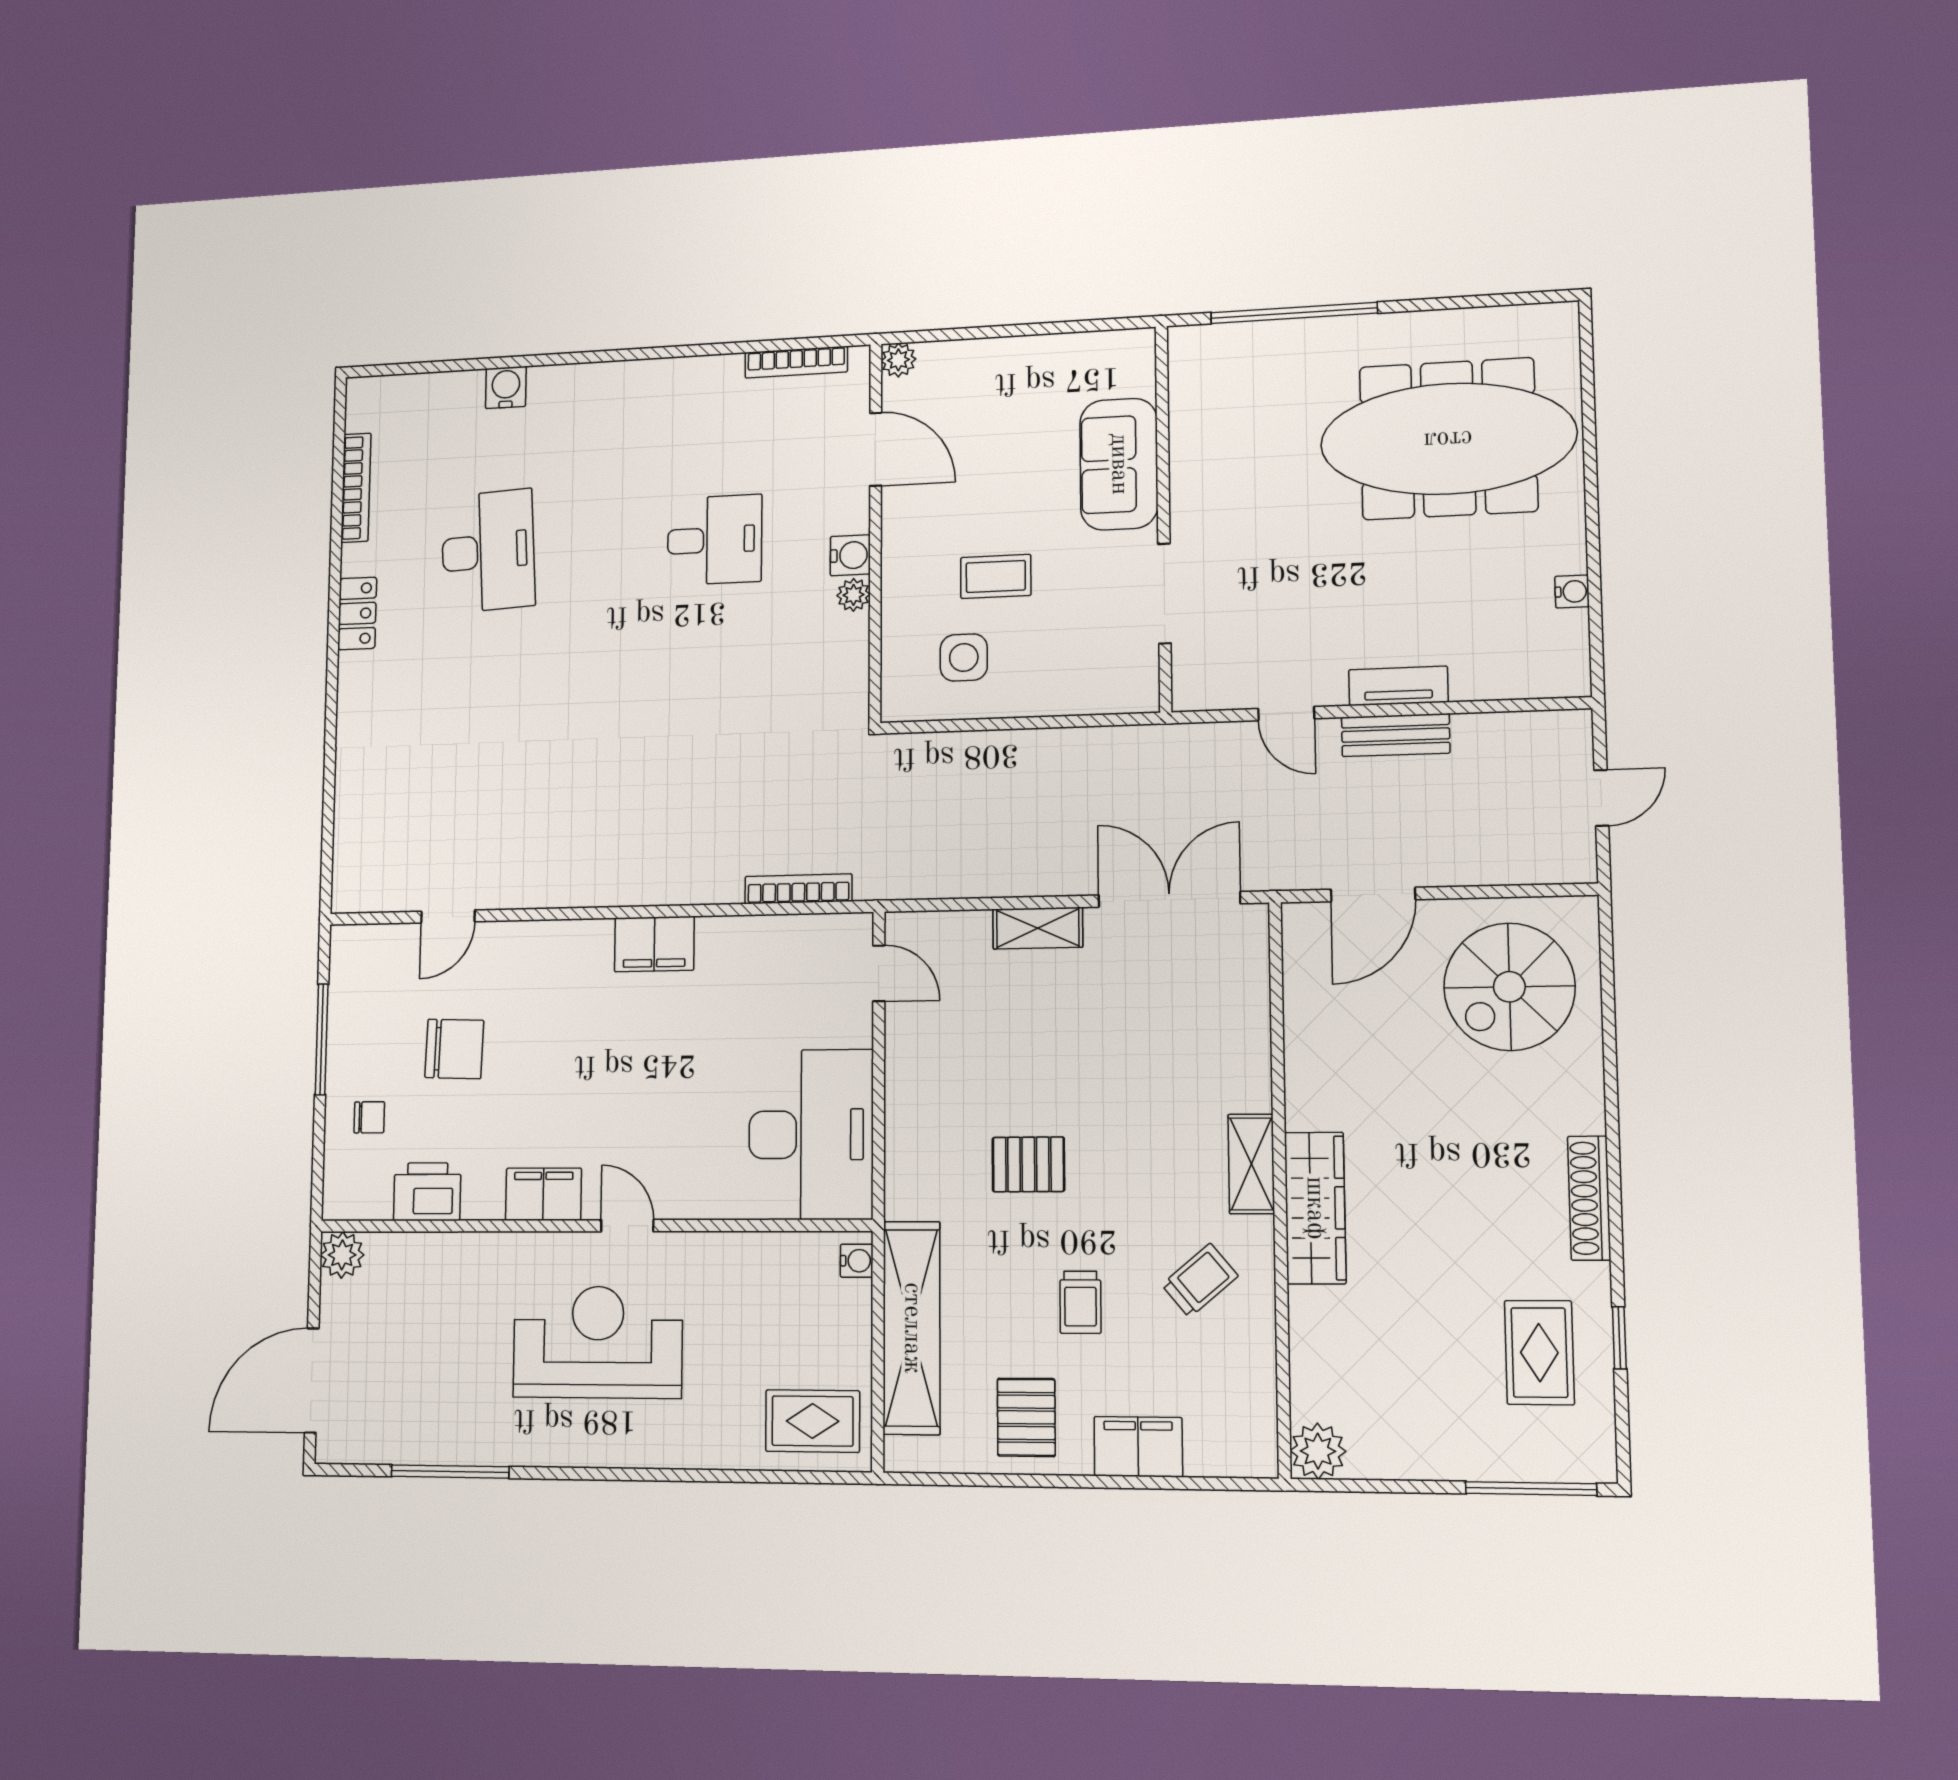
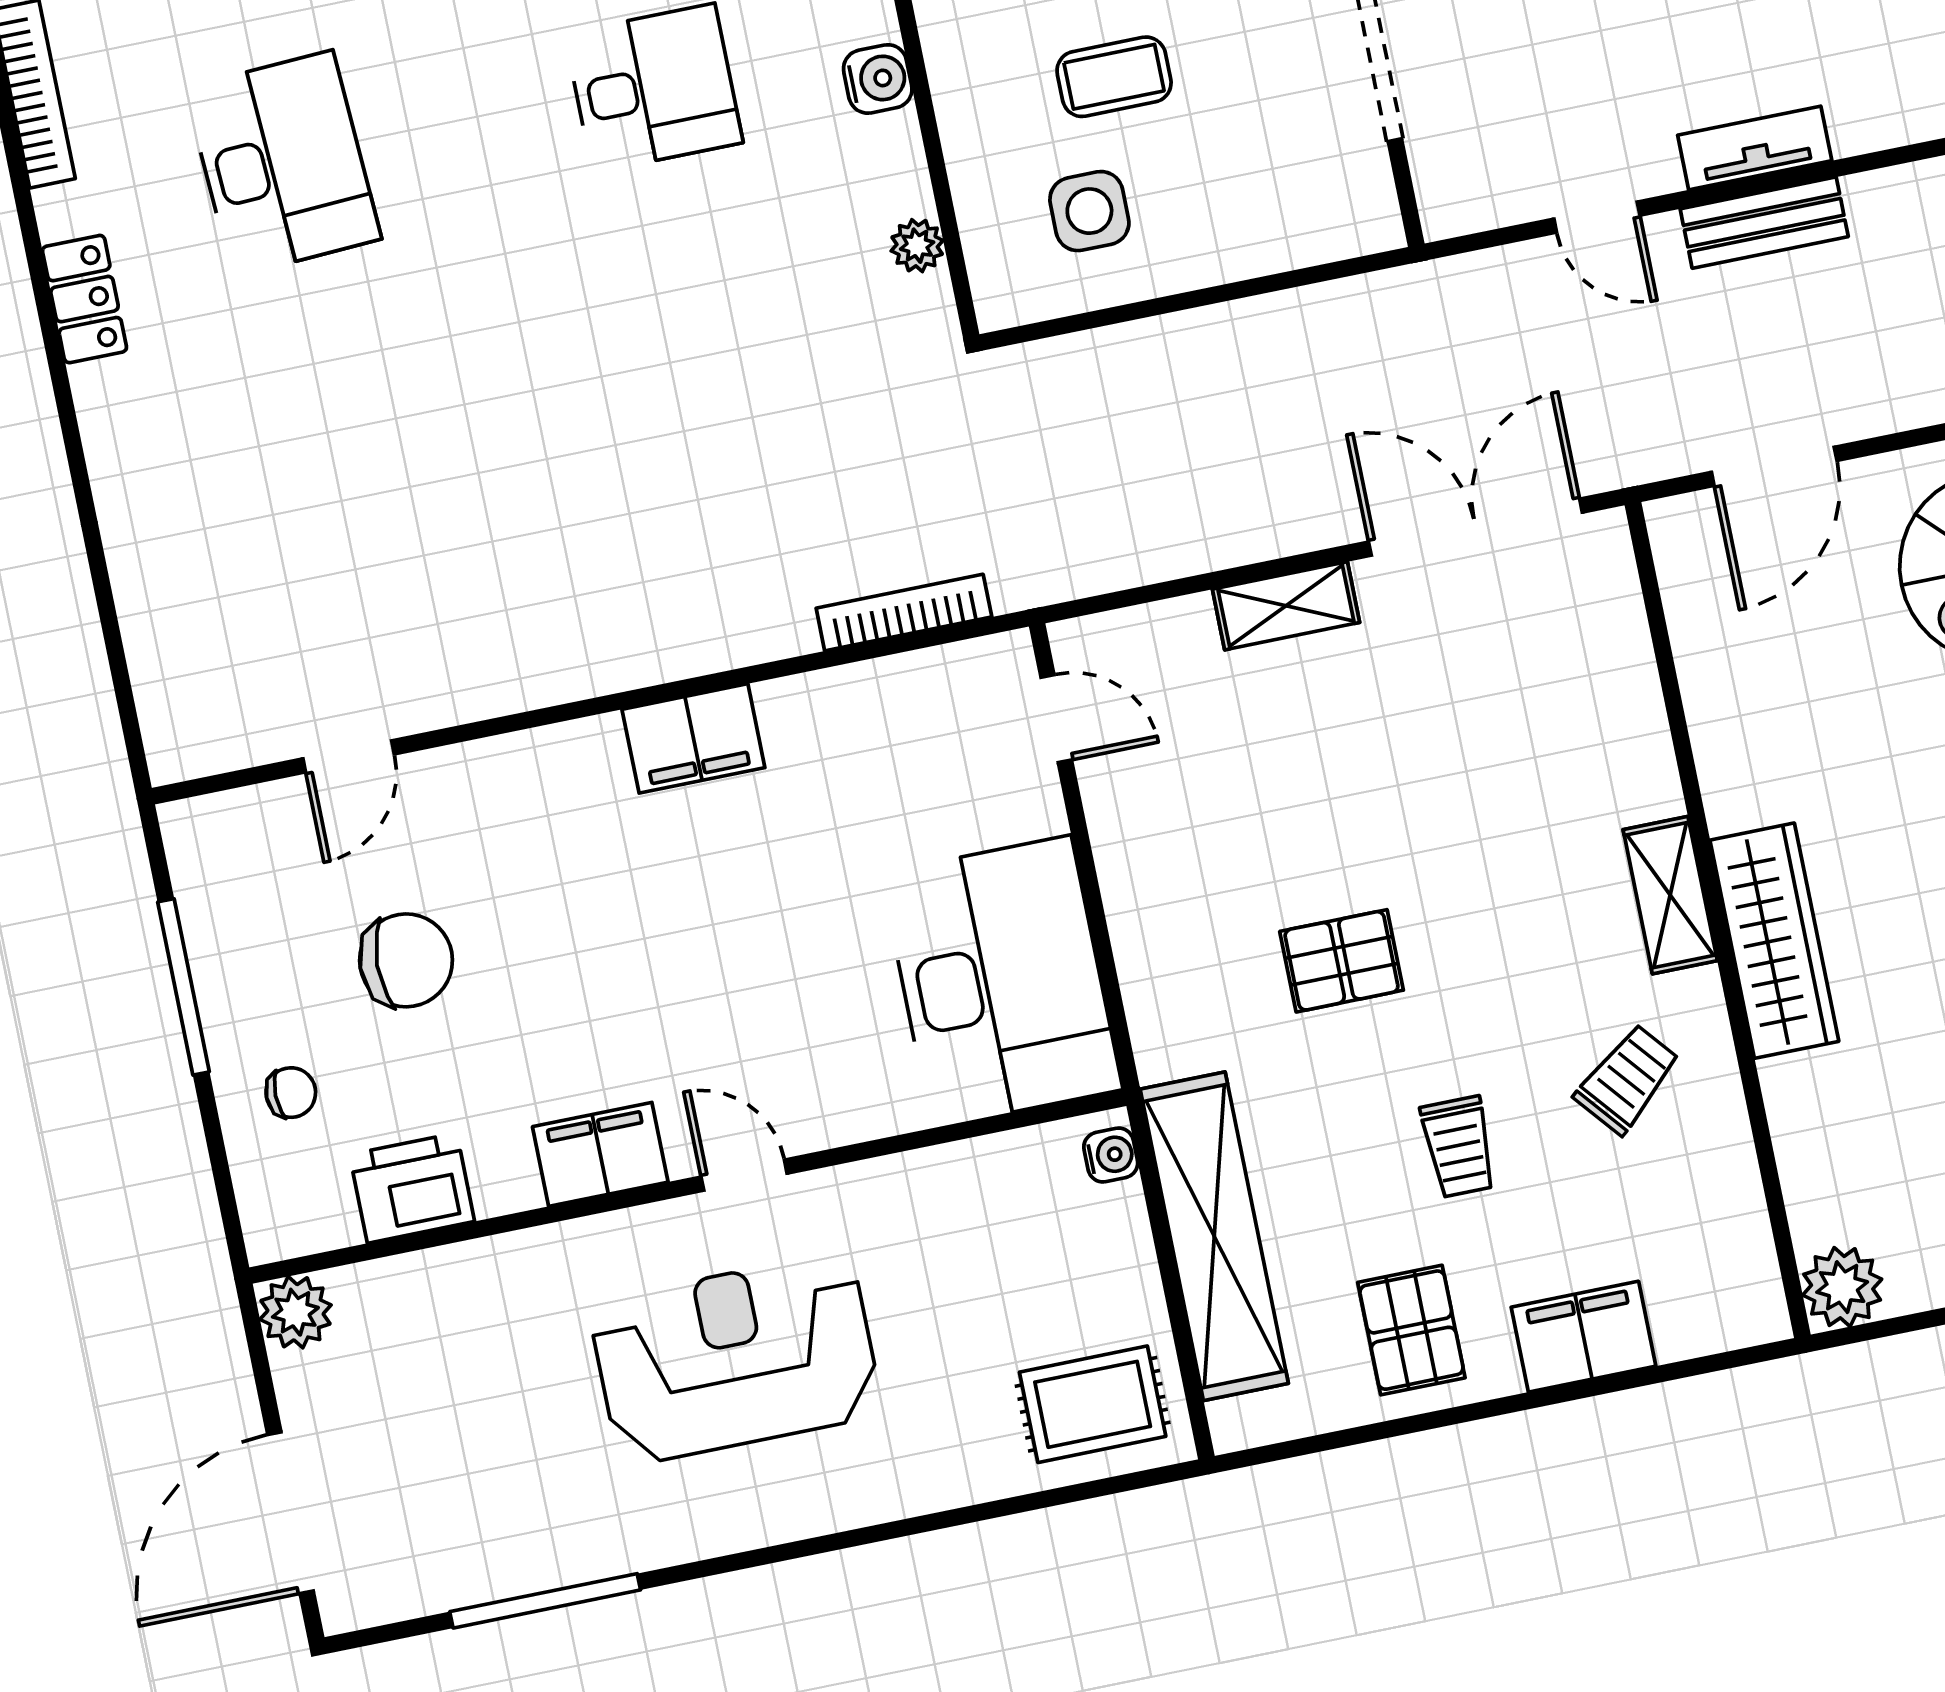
plant: (854, 595) -> (917, 246), moved

